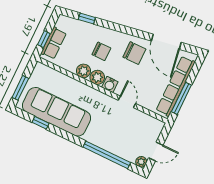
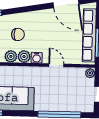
chair: (134, 53) -> (45, 24), removed
plant: (141, 162) -> (90, 73), moved

